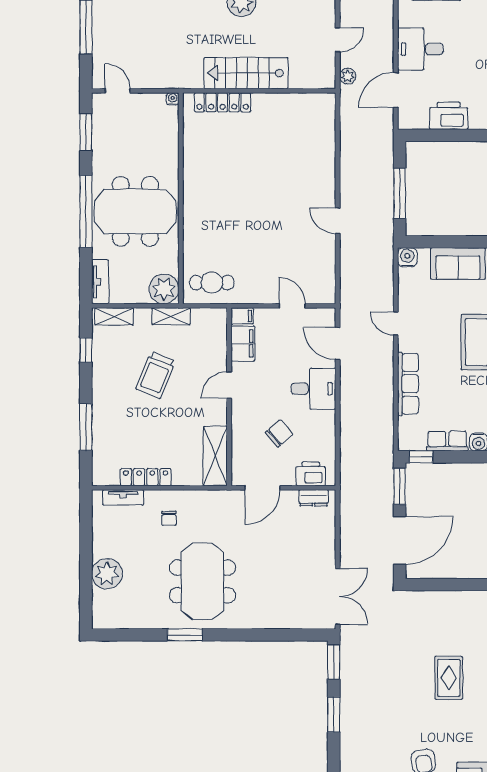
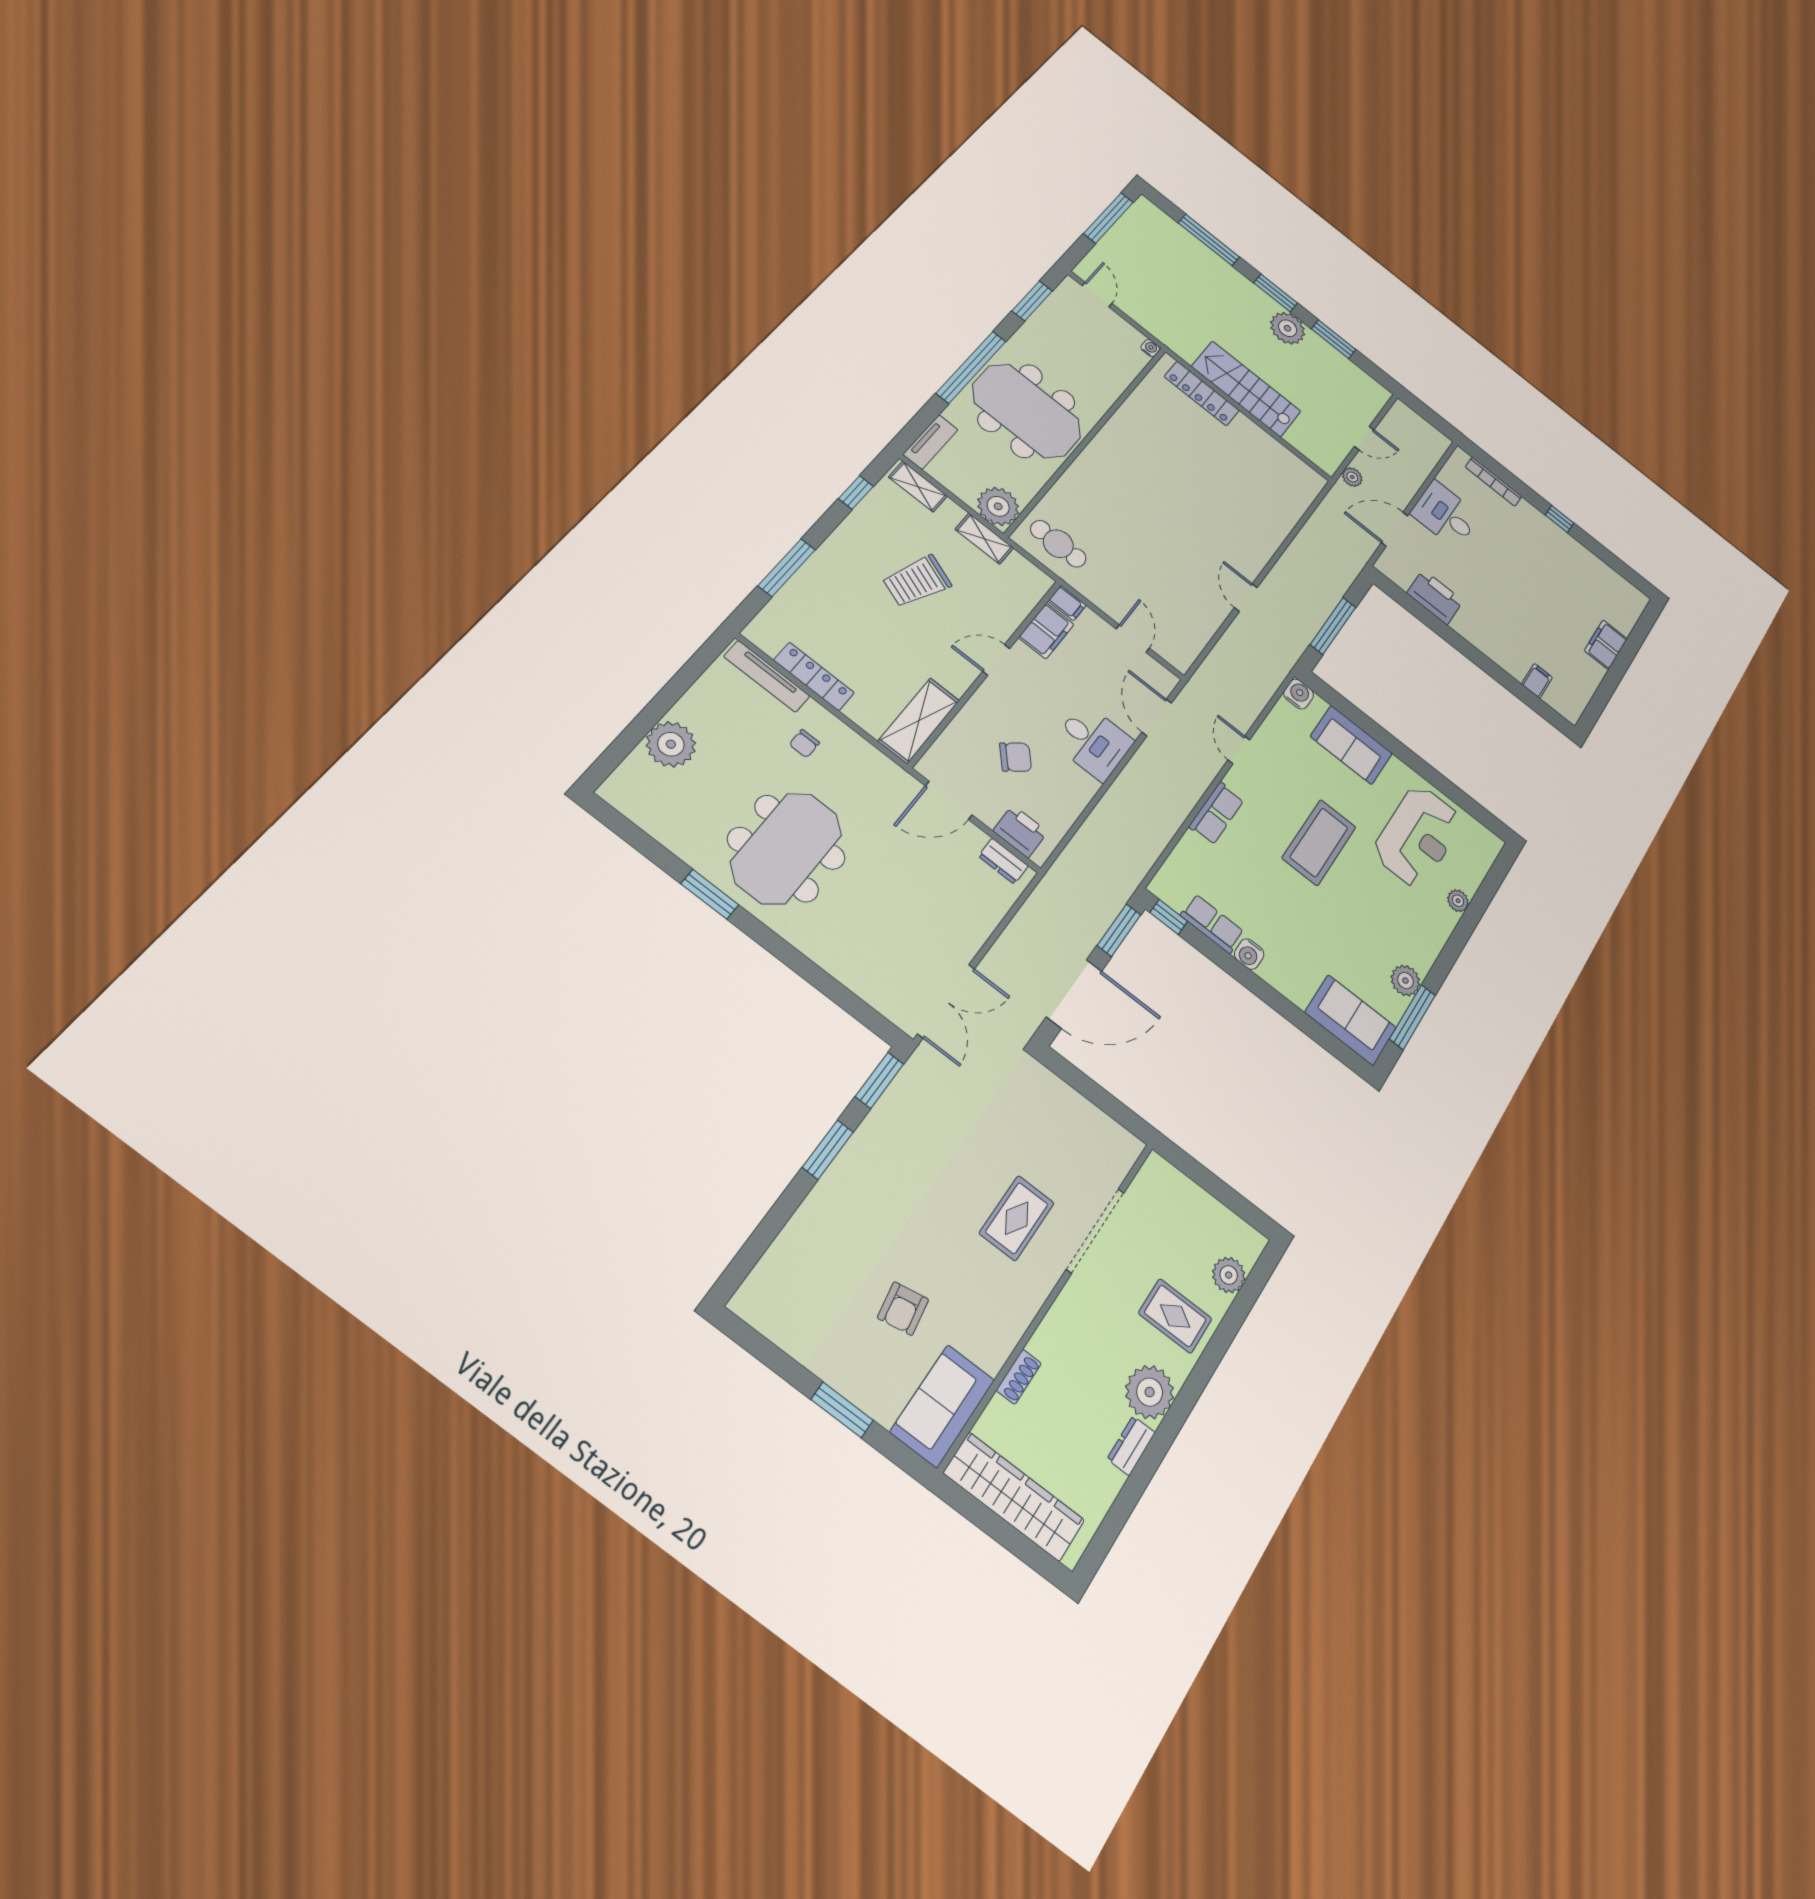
row of seats: (408, 384) -> (1216, 813), width x0.68
tv unit: (123, 497) -> (767, 676), width x1.41

